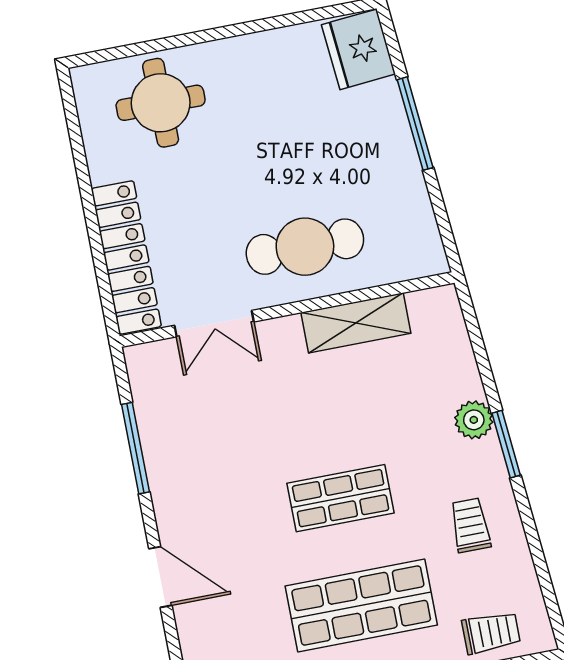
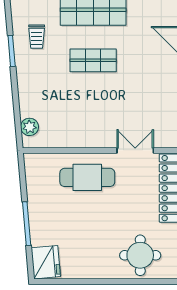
shelving: (356, 323) -> (71, 138), removed
plant: (474, 420) -> (30, 127), moved
window: (506, 444) -> (12, 51), moved

